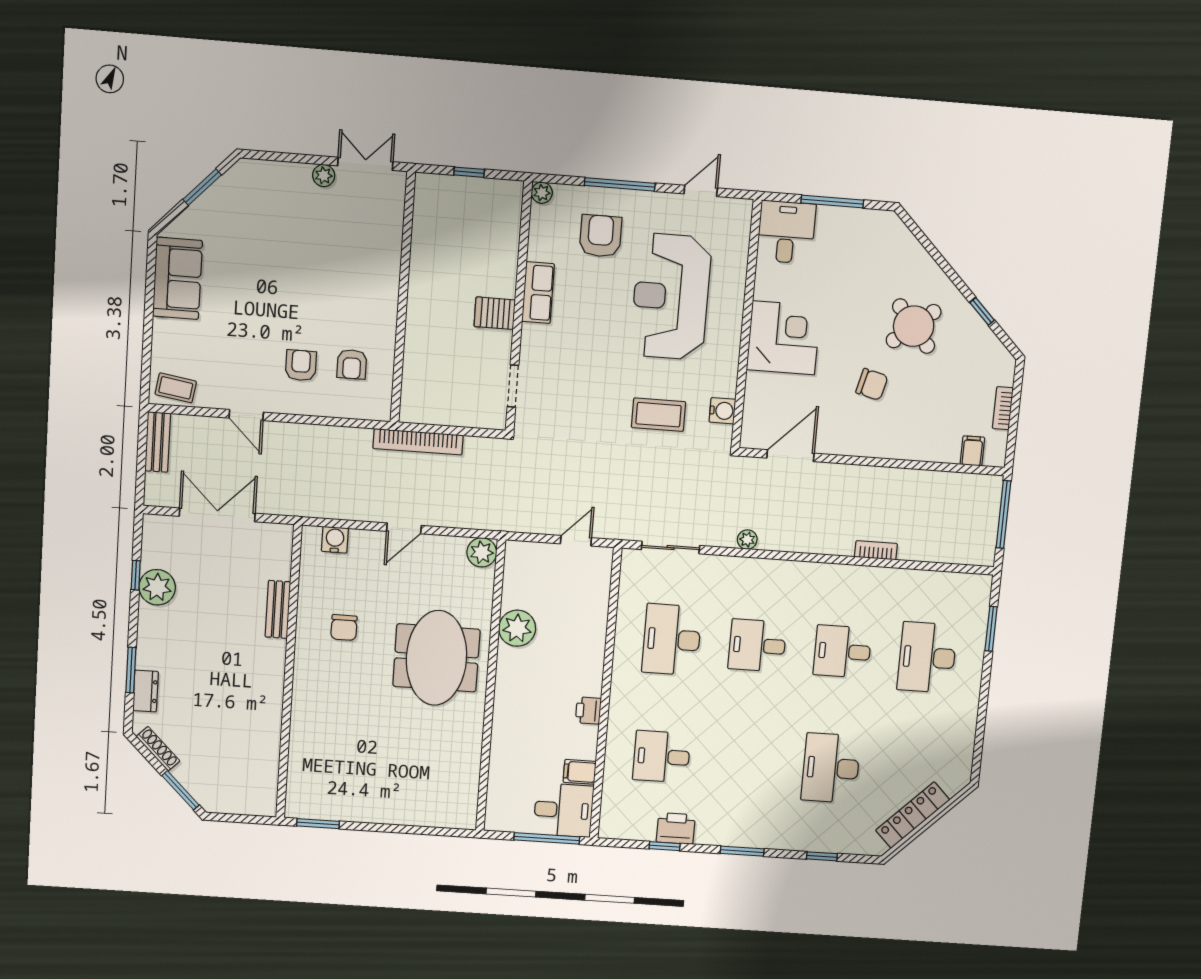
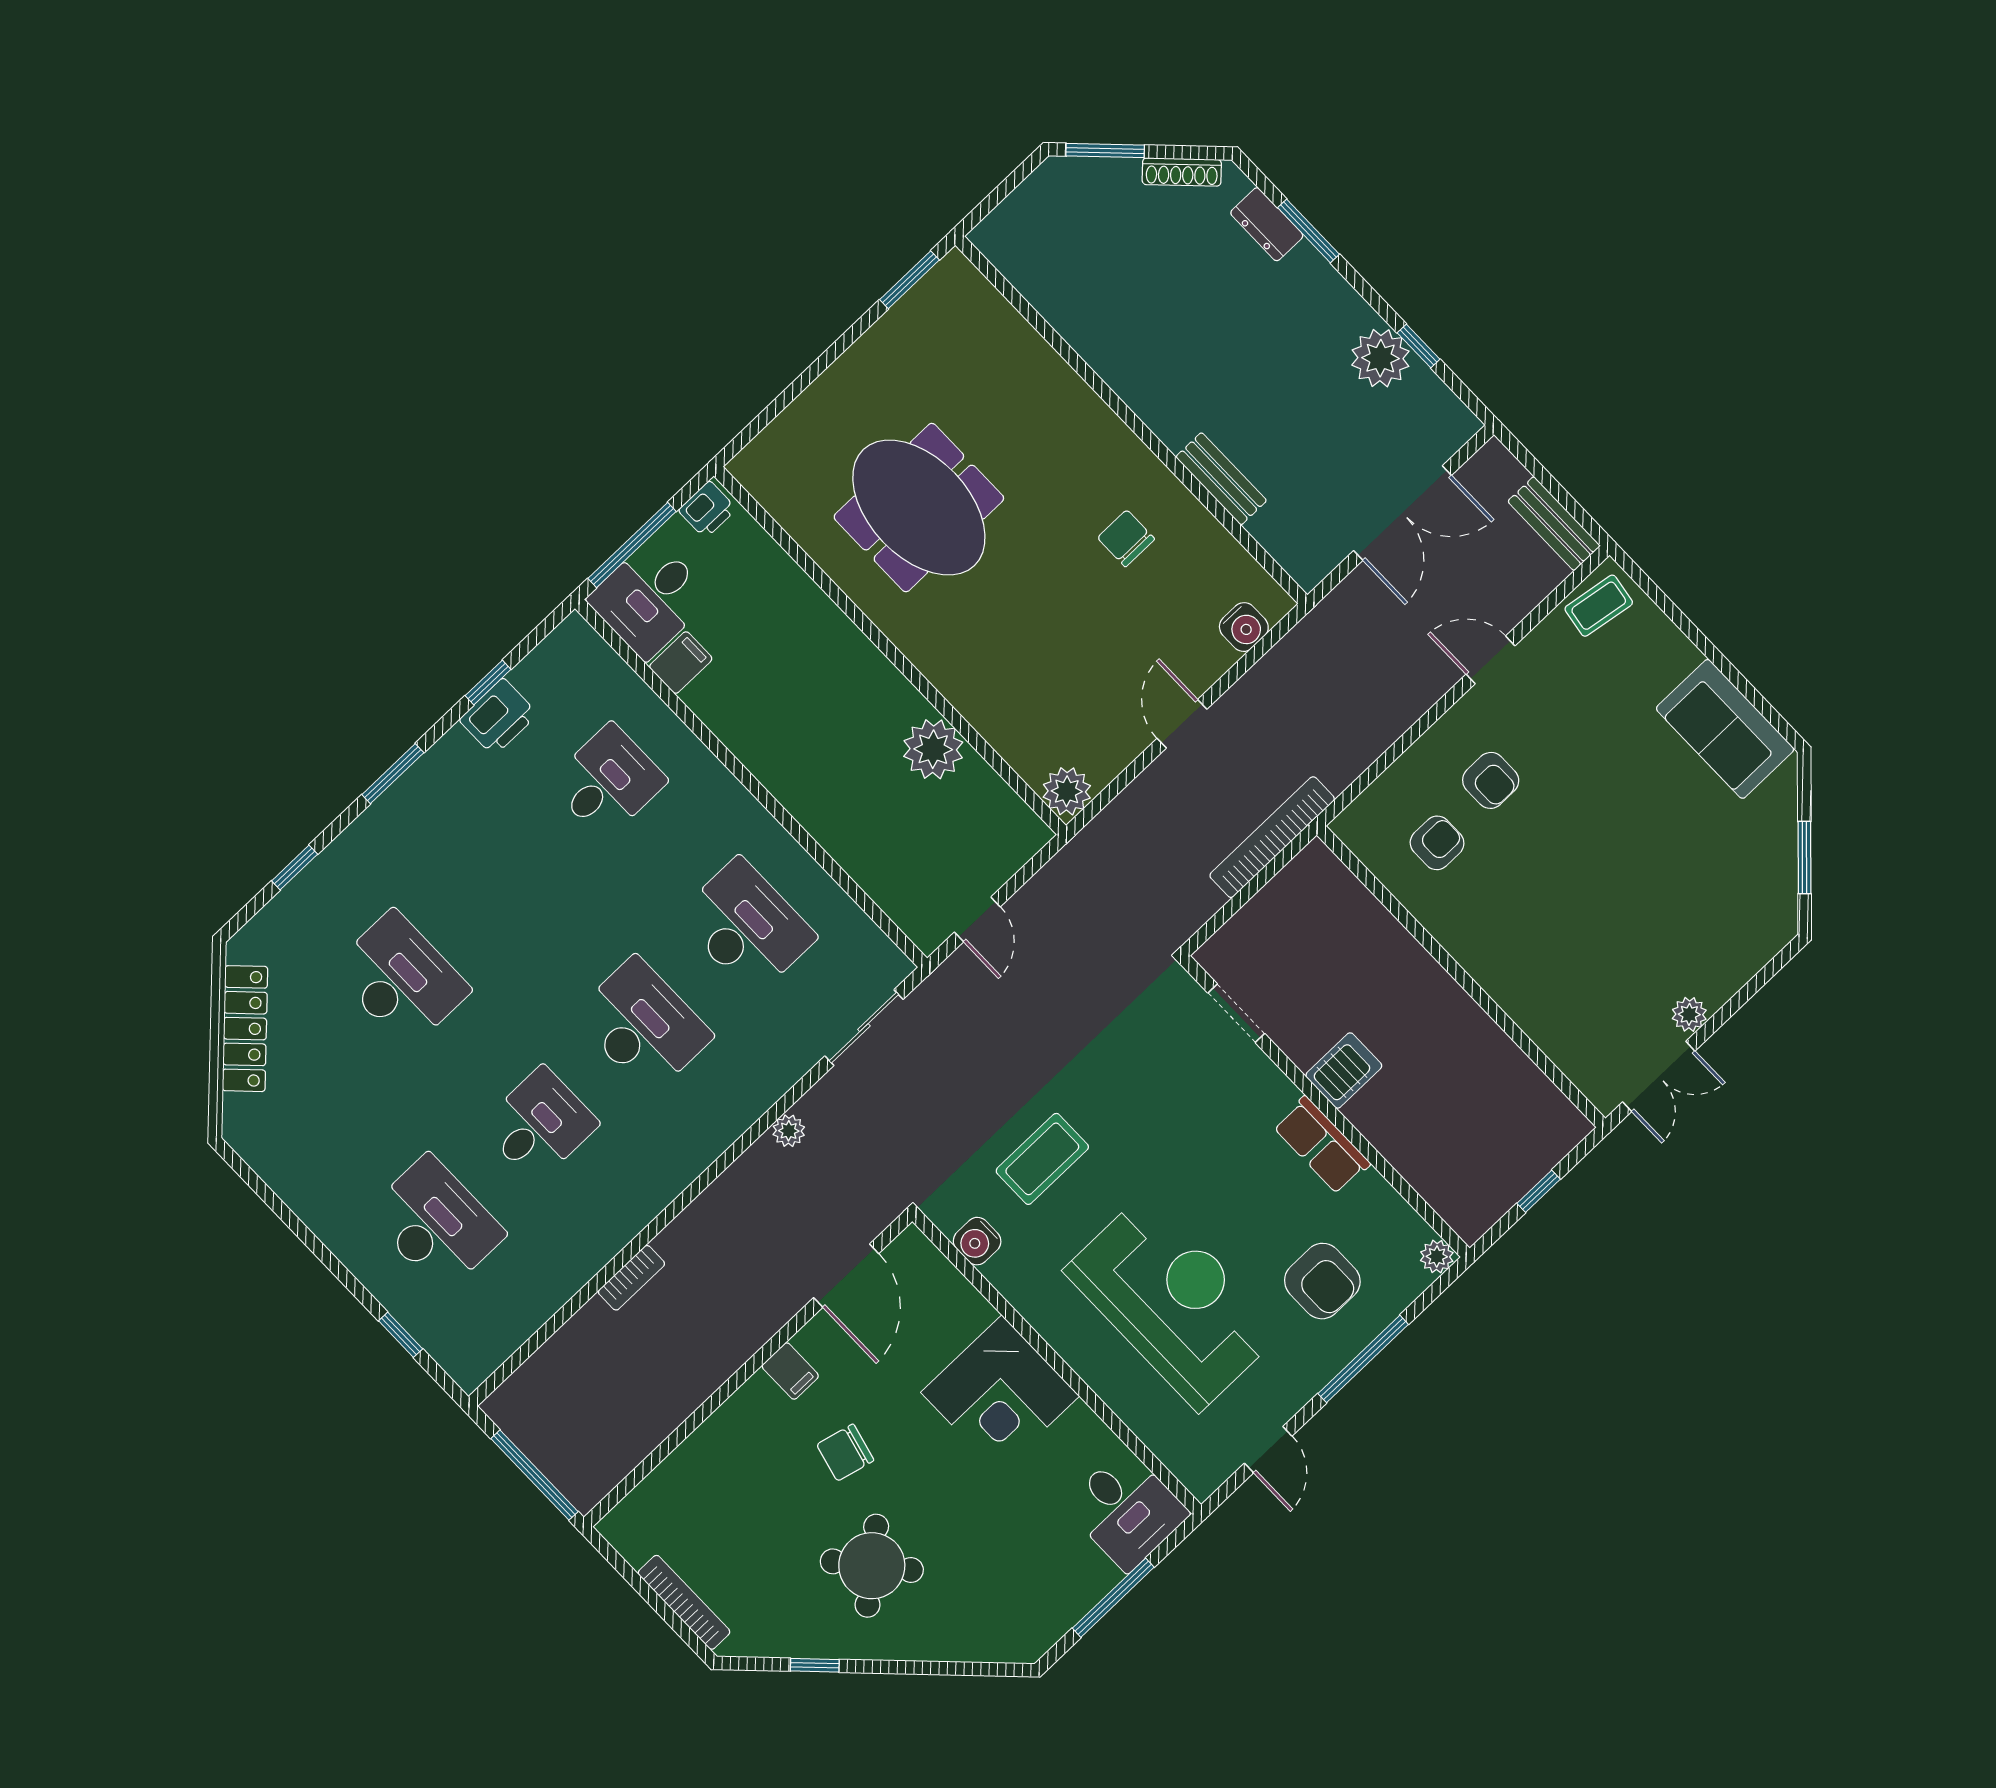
armchair: (352, 364) -> (1437, 843), turned 90
bookcase: (1003, 408) -> (684, 1602), width x1.56
filing cabinet: (972, 451) -> (790, 1371), moved
window: (991, 629) -> (401, 1335), width x0.67
desk: (757, 645) -> (643, 1026), width x1.37
meeting table: (436, 658) -> (919, 508), moved
printer: (588, 711) -> (707, 510), moved, turned 90

